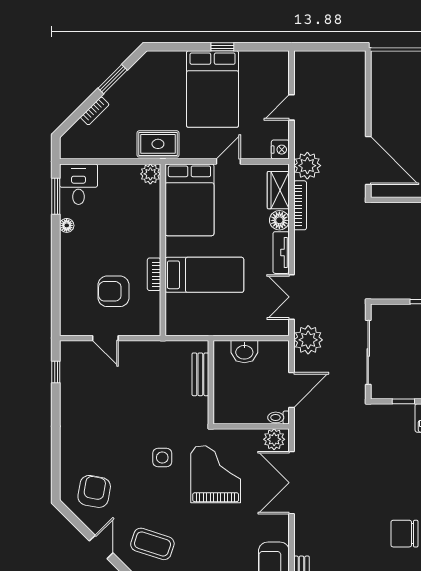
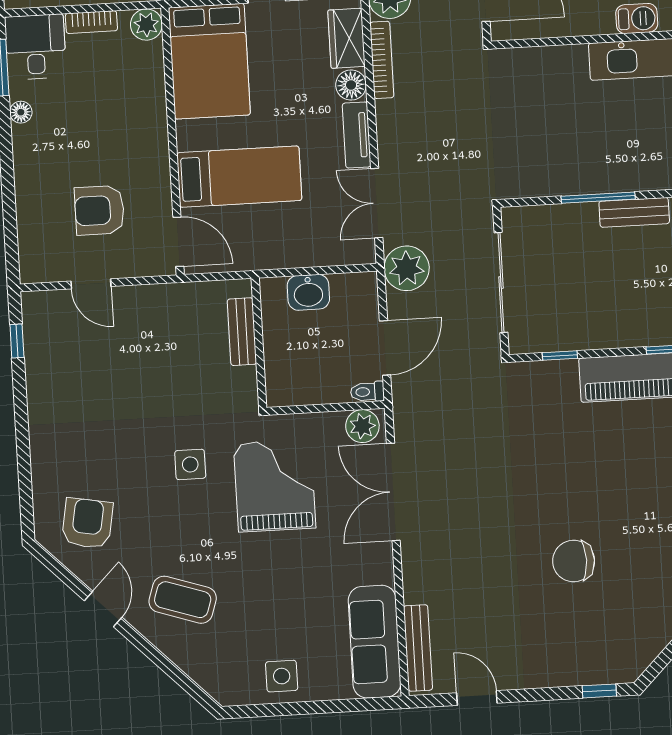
bookcase: (154, 274) -> (91, 22), moved, turned -90
door: (163, 314) -> (178, 242), added

